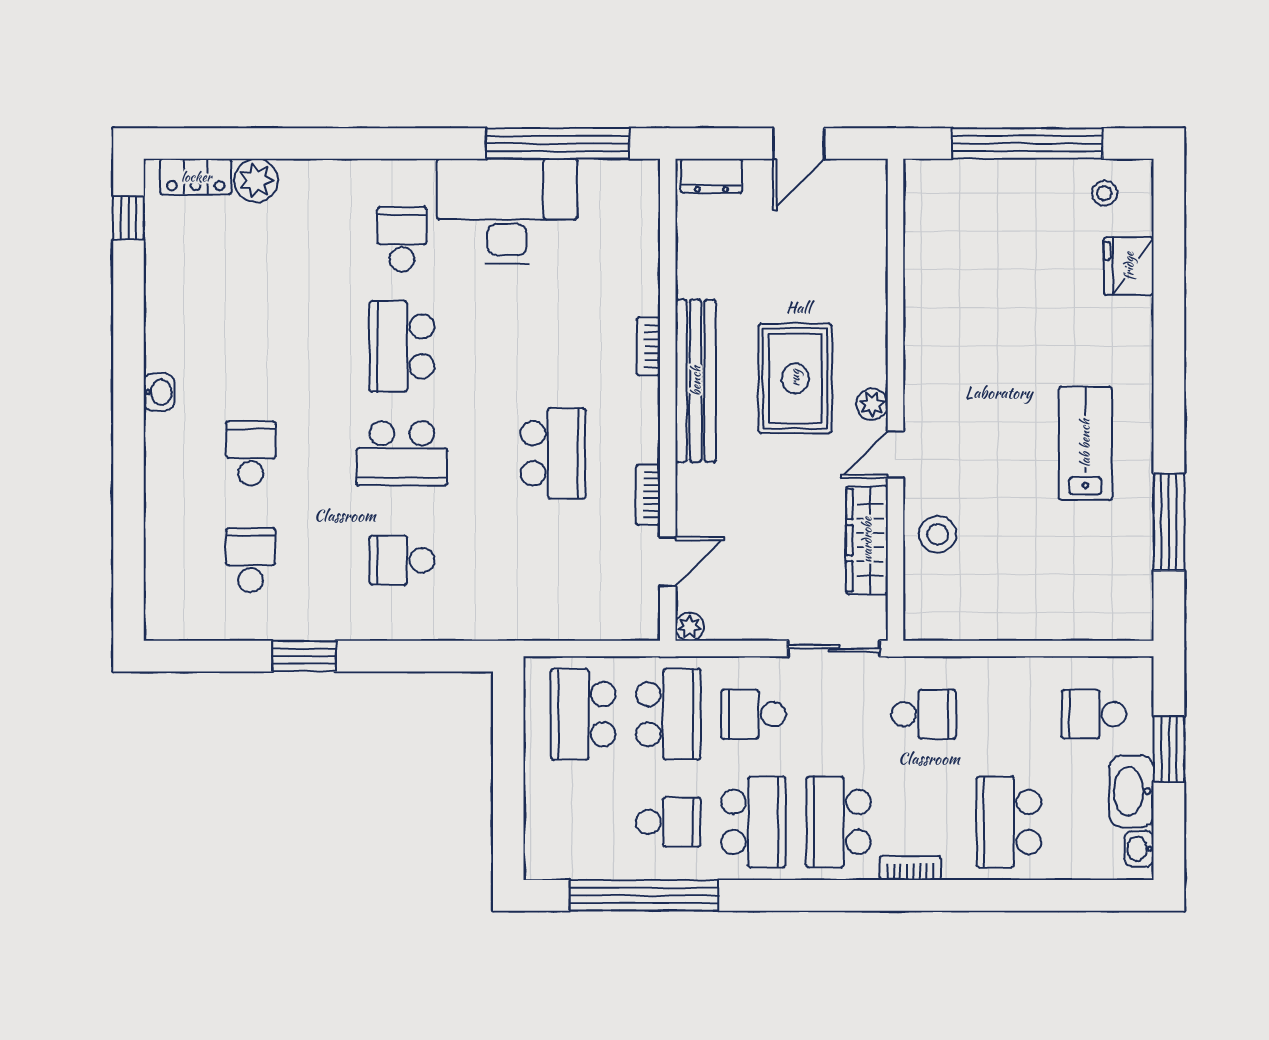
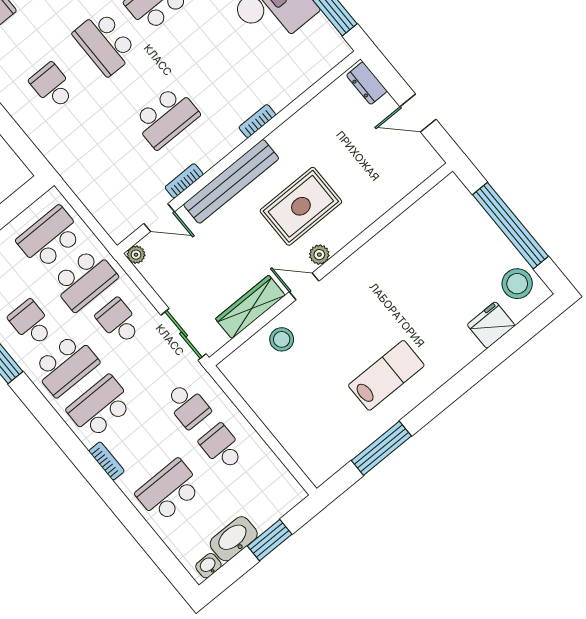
stool: (1104, 193) -> (517, 284), width x1.89, depth x1.89
bench: (696, 381) -> (231, 181), moved
school desk: (1094, 714) -> (222, 447), moved
school desk: (668, 822) -> (31, 323), turned 180

